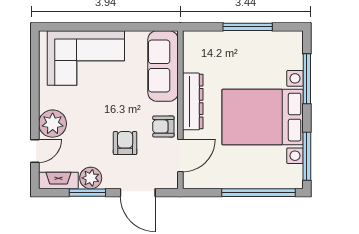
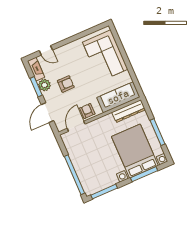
dresser: (193, 101) -> (129, 111), moved
bed with nightstands: (263, 117) -> (135, 151), moved
plant: (53, 124) -> (64, 53), removed
armchair: (125, 143) -> (66, 84), moved
door: (180, 155) -> (76, 126), swing flipped

